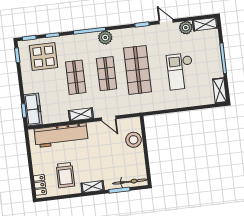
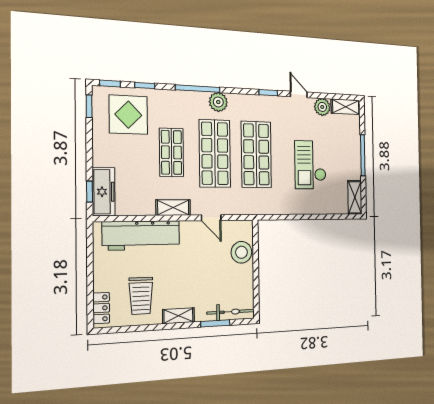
shop shelf: (107, 74) -> (215, 153), width x1.43, depth x1.36

